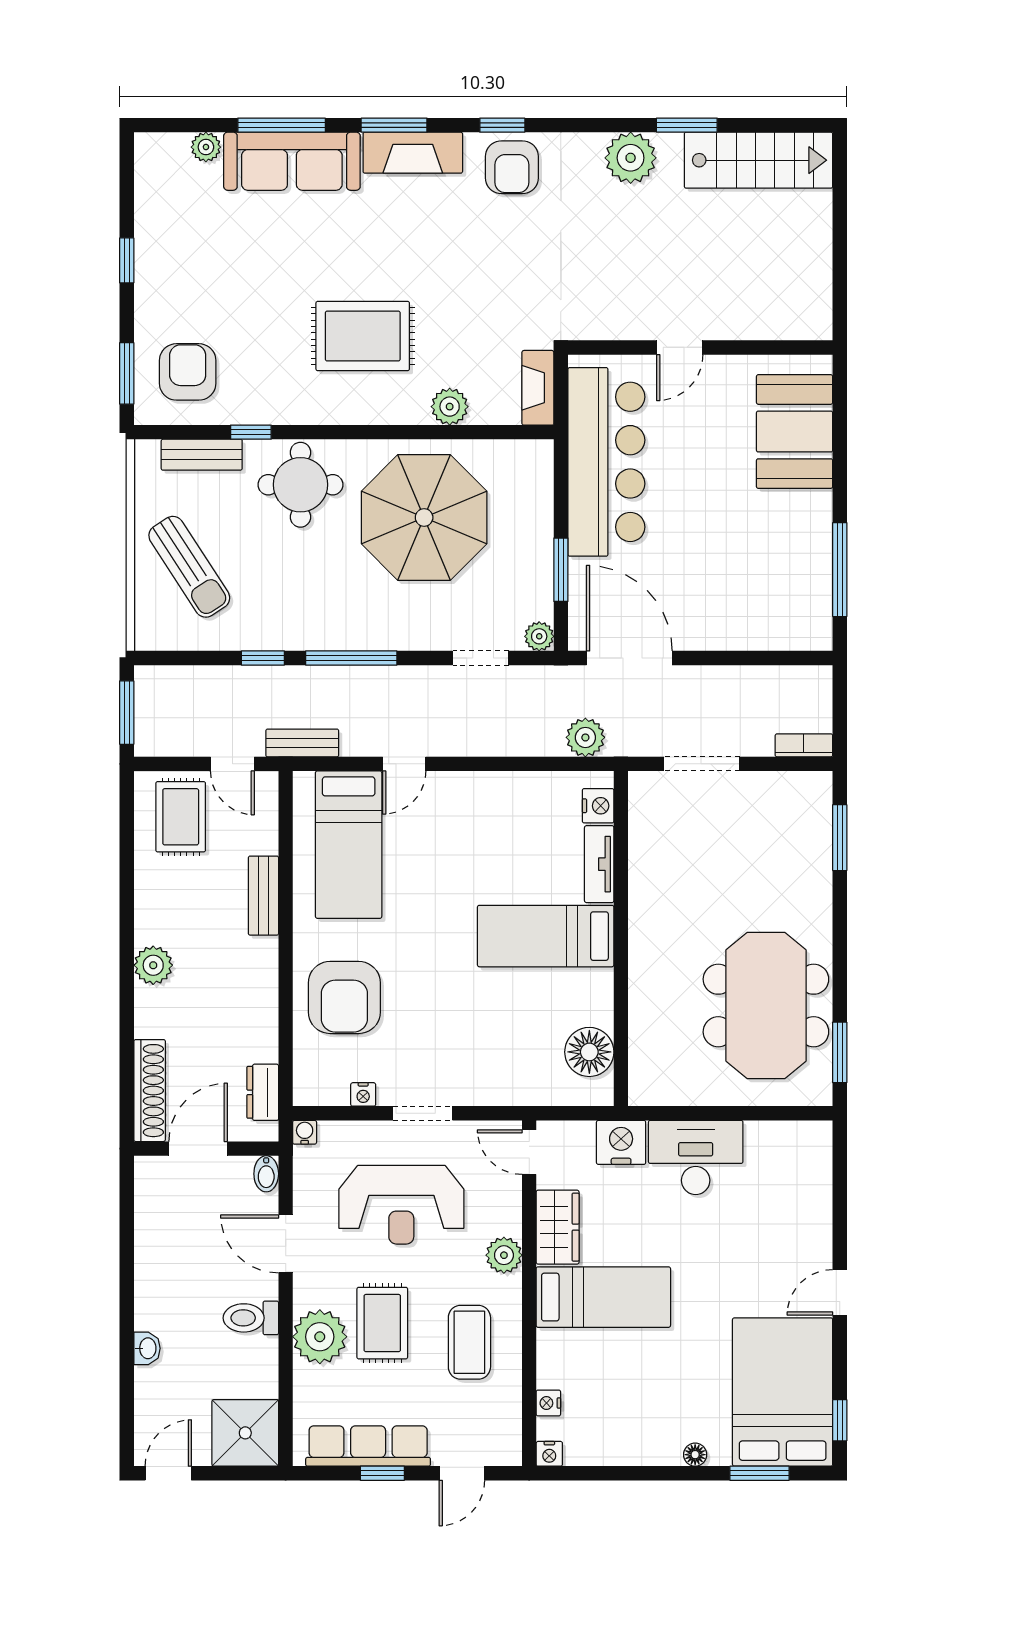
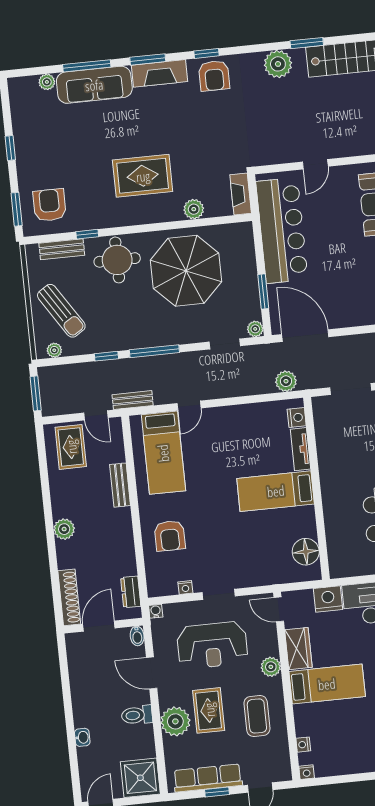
plant: (169, 637) -> (54, 350), added
armchair: (344, 997) -> (170, 536), width x0.73, depth x0.73

